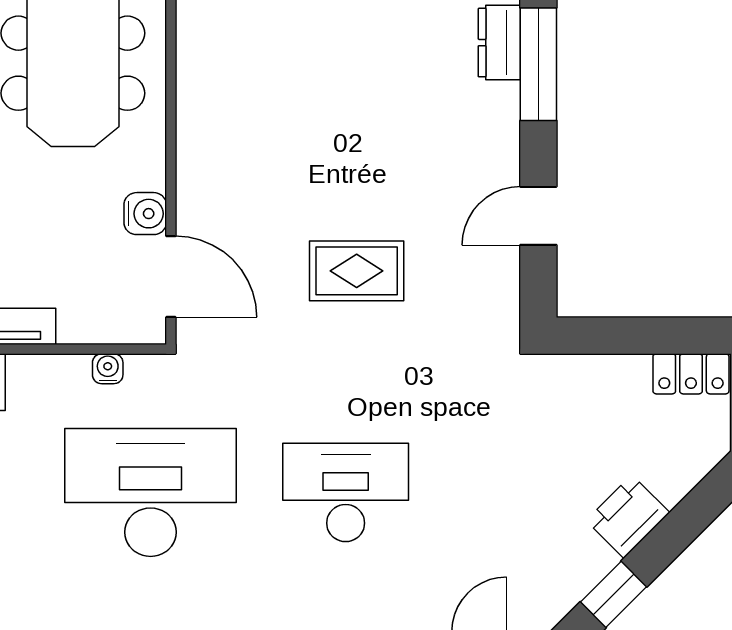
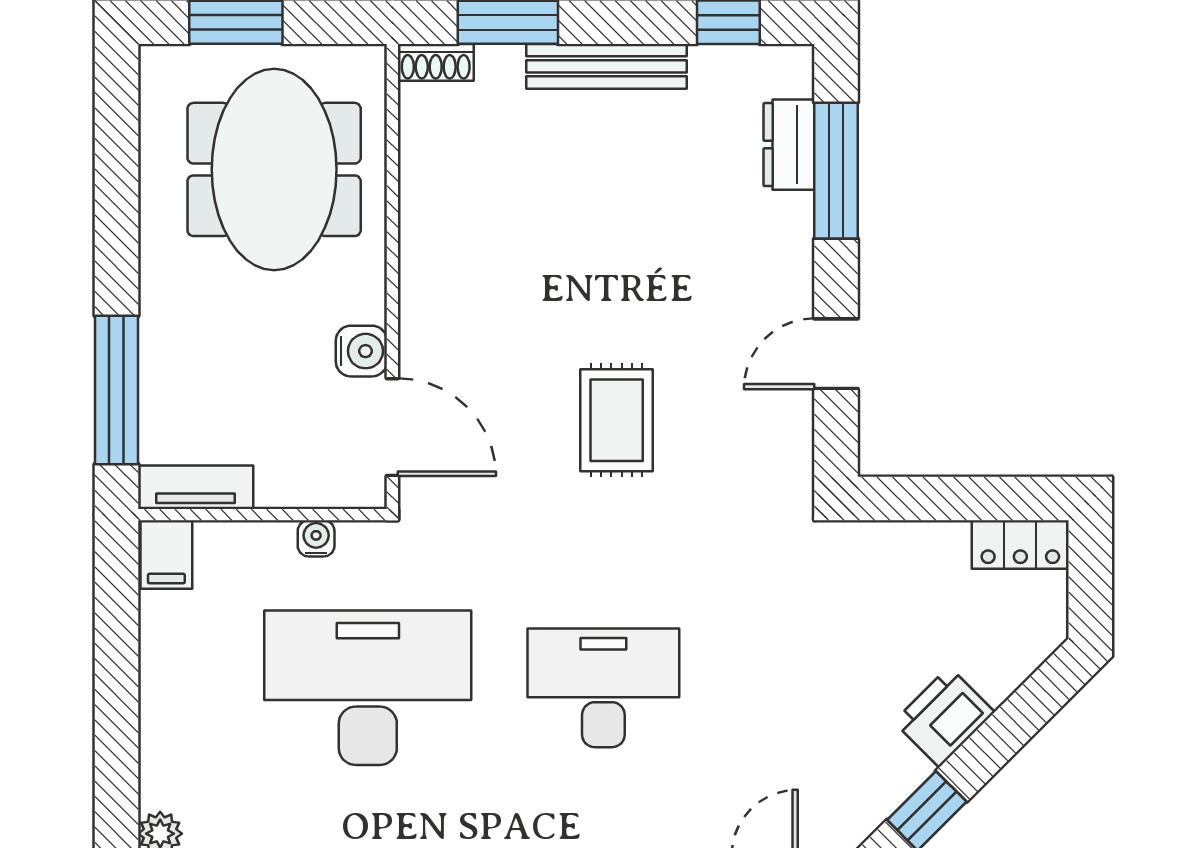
rug: (357, 271) -> (617, 420), turned 90

